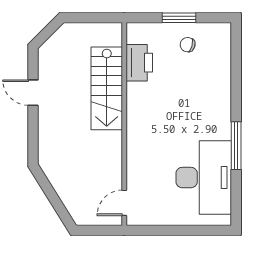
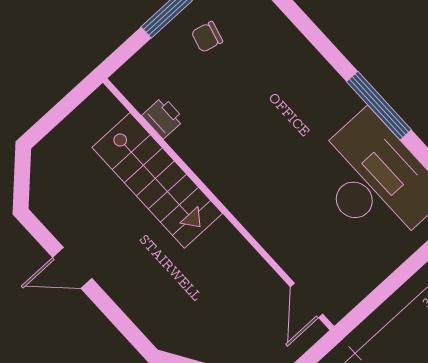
printer: (139, 63) -> (163, 118), width x0.53, depth x0.68

